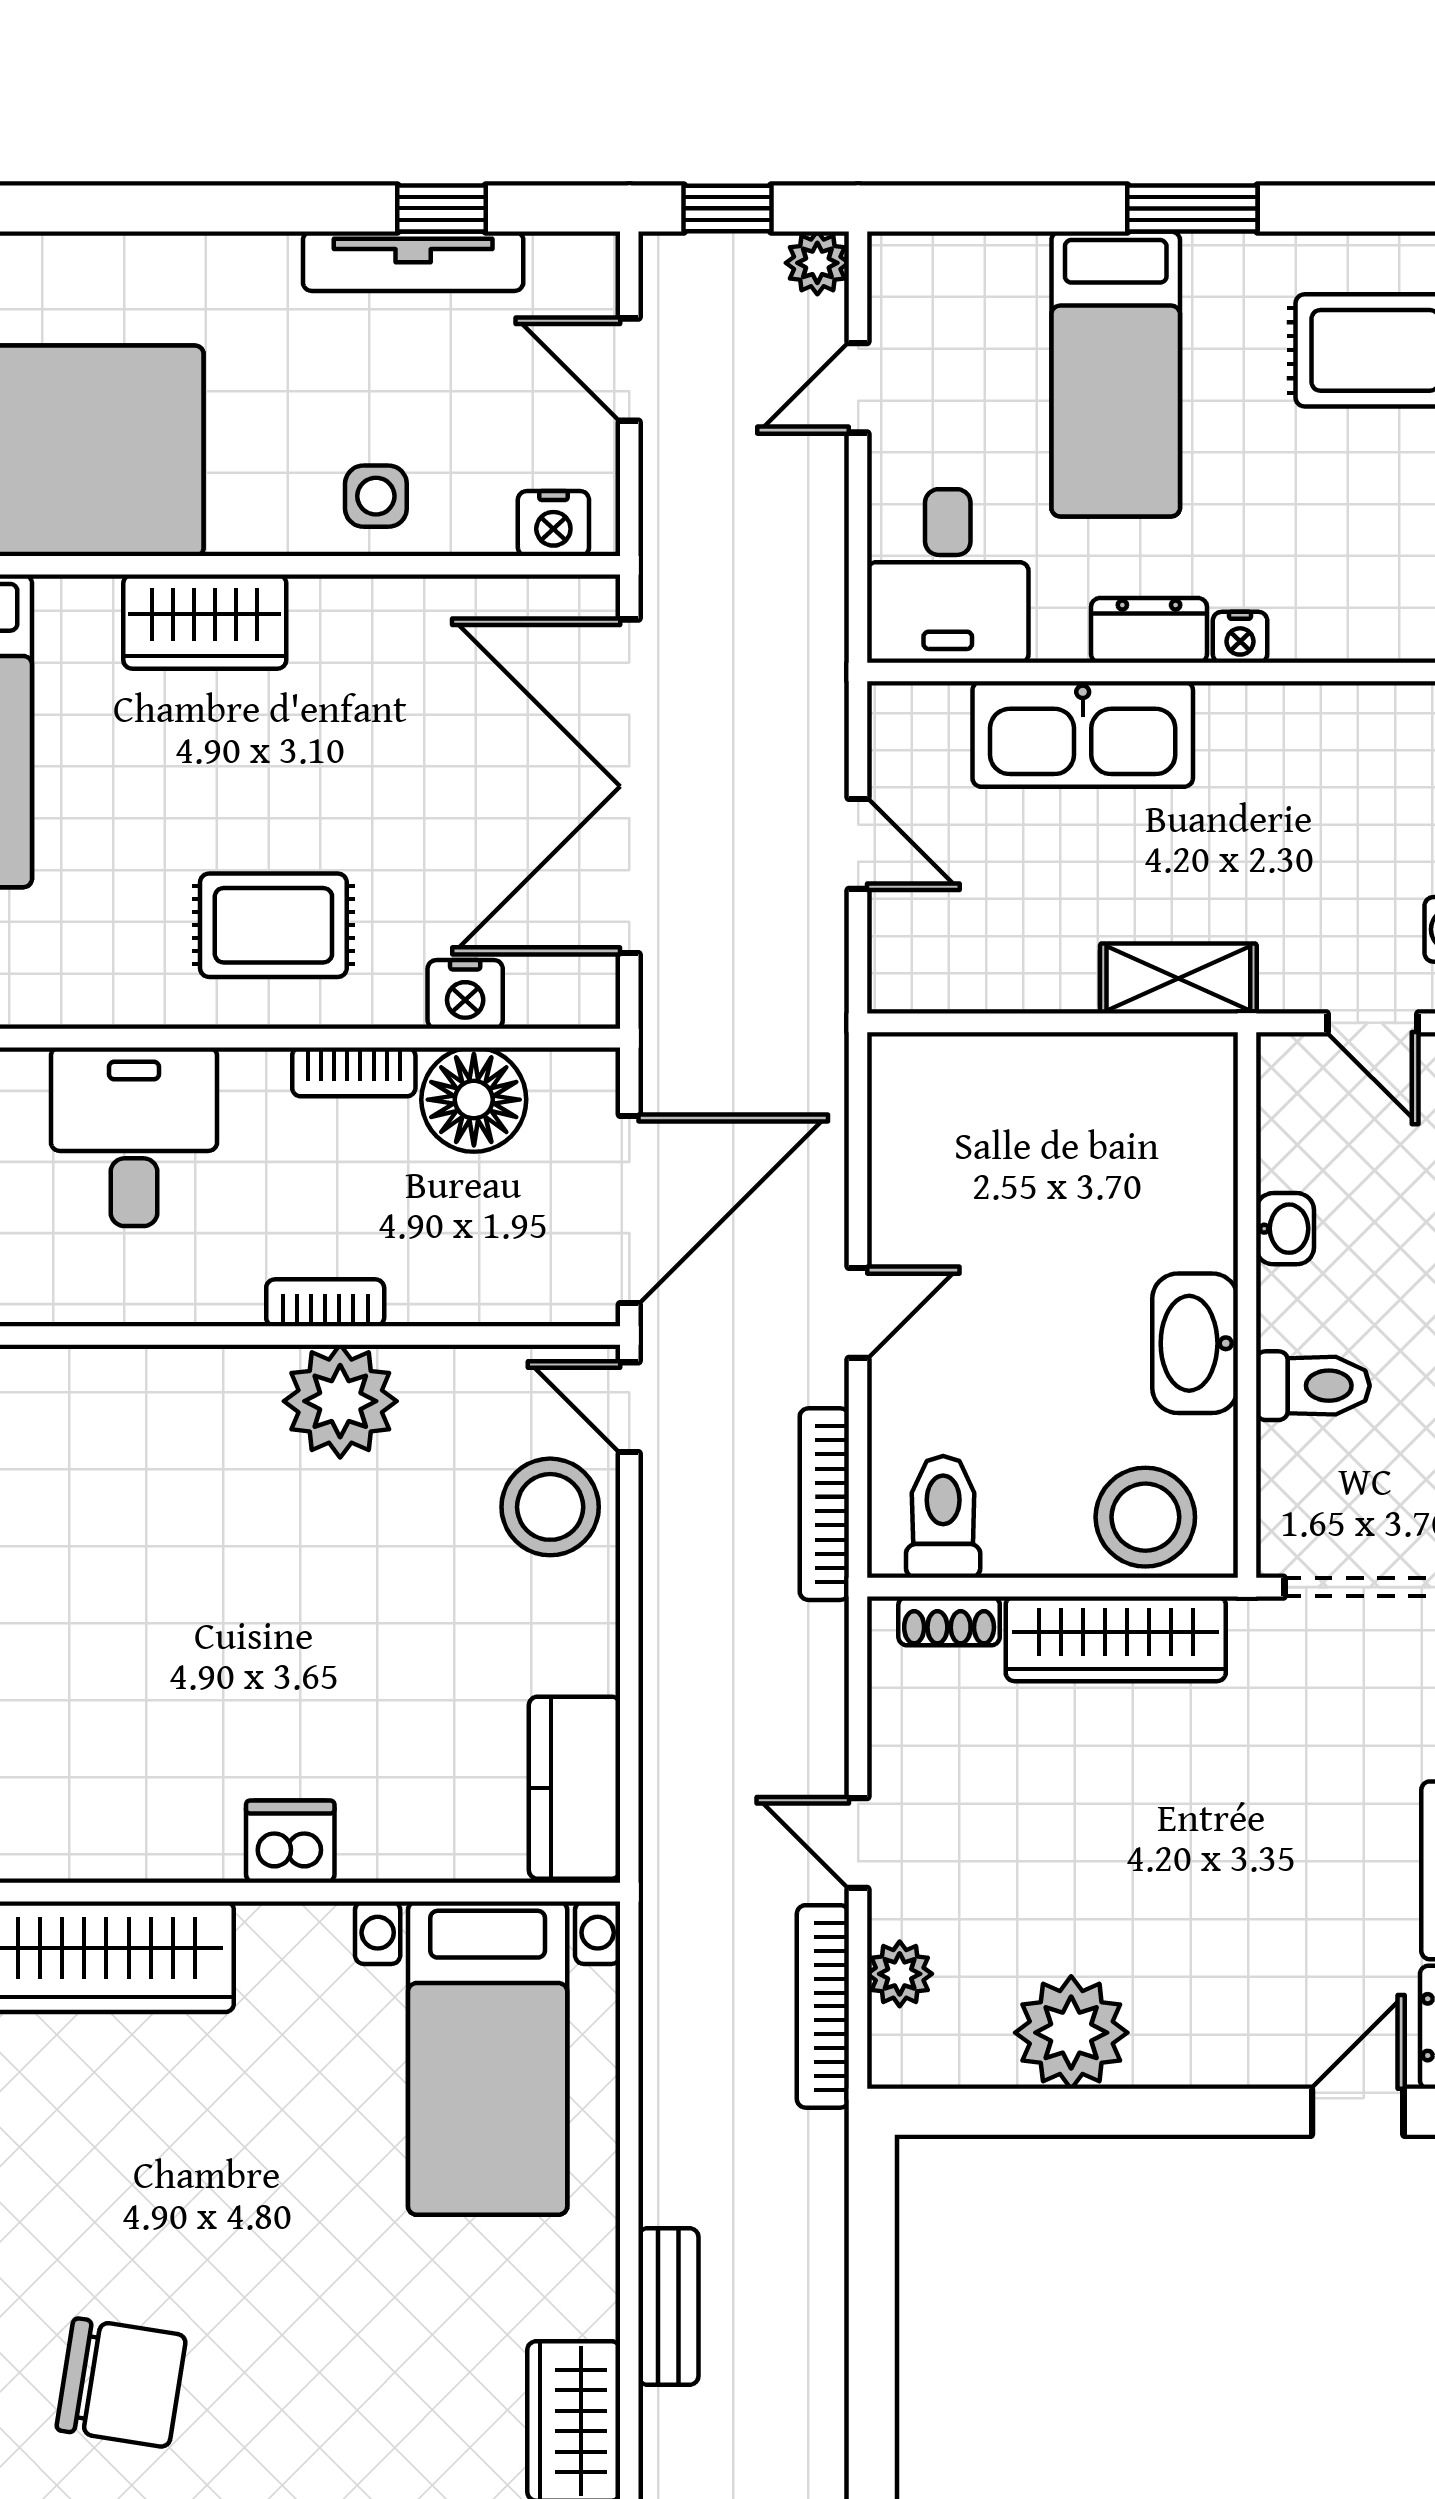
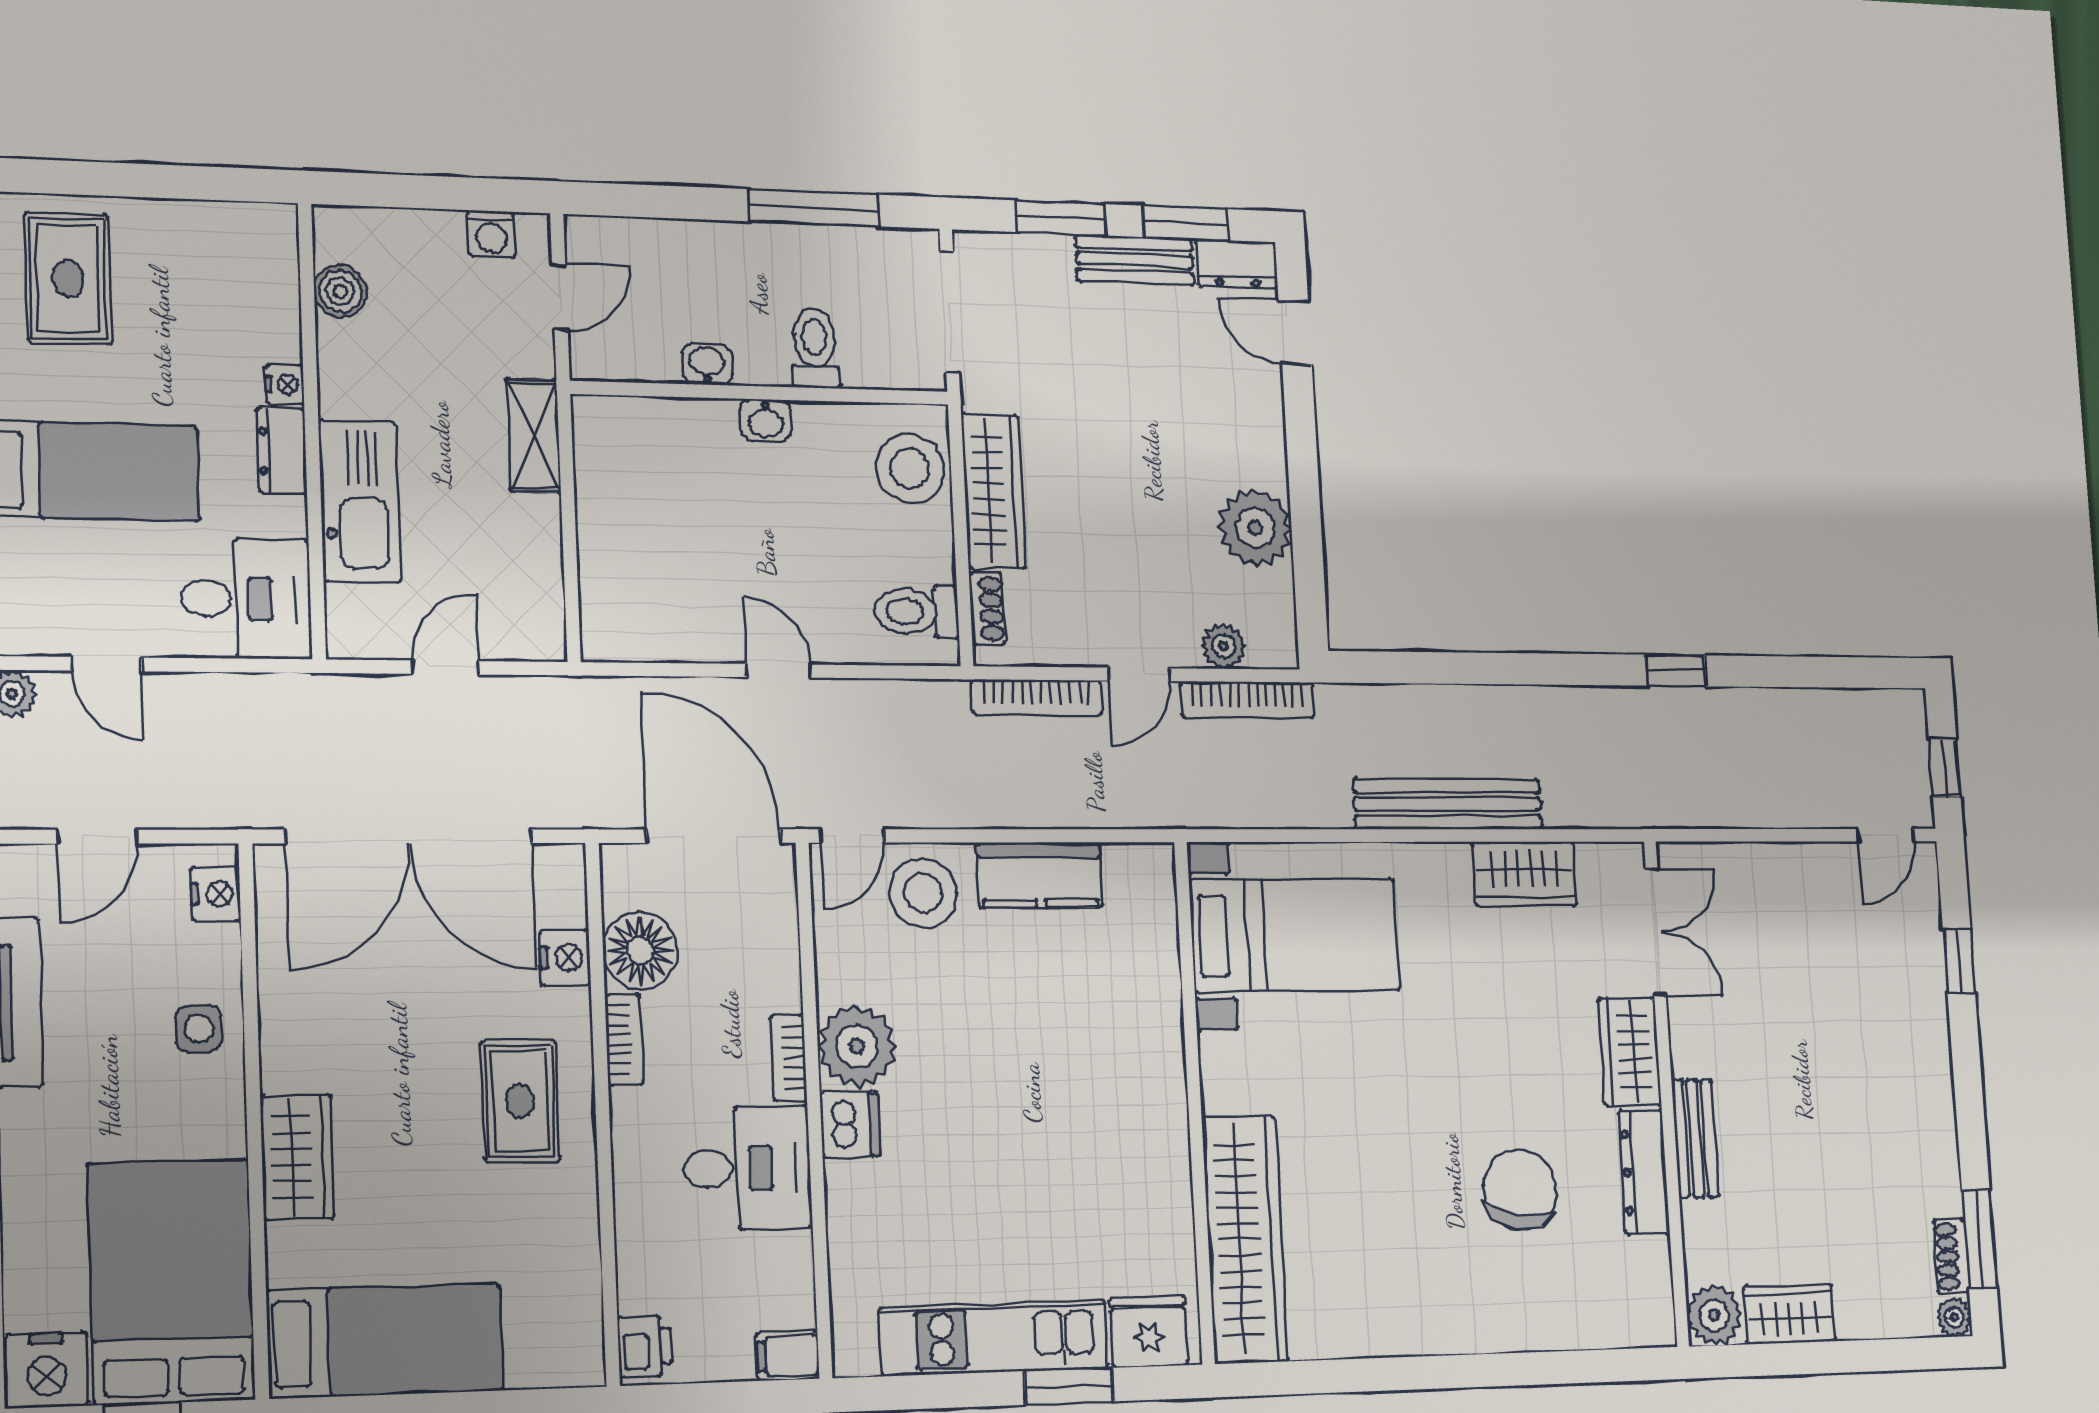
boiler: (1370, 717) -> (340, 291), added
desk: (134, 1137) -> (747, 1168), moved, turned 180
washbasin: (1195, 1343) -> (766, 420), width x0.52, depth x0.69
bookcase: (824, 1504) -> (1036, 697), moved
kitchen counter: (575, 1788) -> (1040, 875), moved
dishwasher: (290, 1842) -> (850, 1124), moved, turned 180
bench: (668, 2306) -> (1448, 804), width x1.86, depth x1.21

